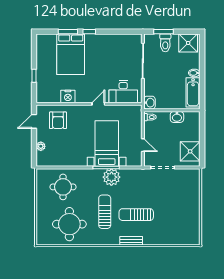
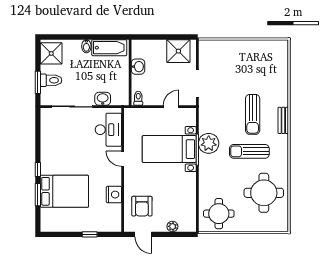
washbasin: (150, 103) -> (103, 99), moved
armchair: (58, 120) -> (142, 206), turned 90
round table: (63, 187) -> (219, 214), moved

